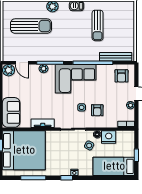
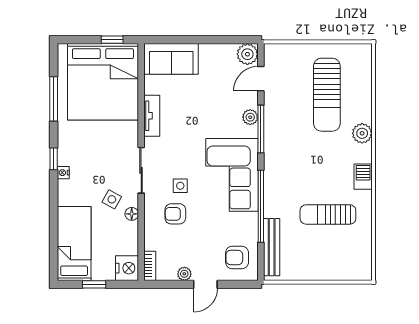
nightstand: (109, 137) -> (127, 268), moved

